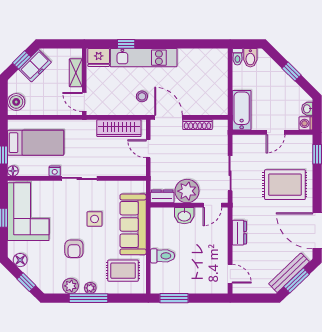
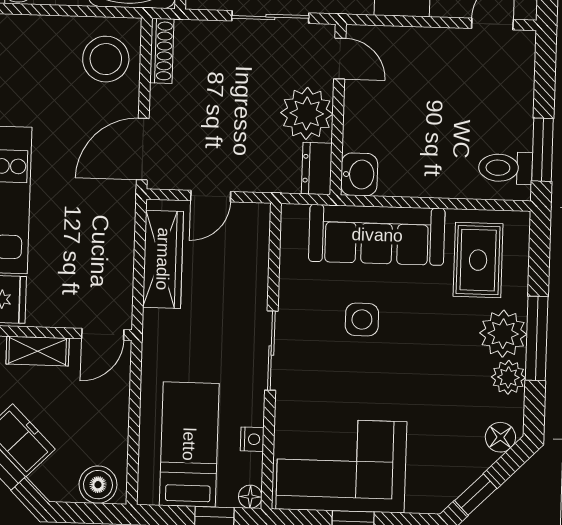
stool: (142, 96) -> (106, 59), moved, width x1.89, depth x1.89
shoe rack: (197, 125) -> (162, 51), moved
nightstand: (55, 171) -> (252, 439), moved
washbasin: (184, 216) -> (359, 174), moved
armchair: (74, 249) -> (427, 367), removed
toilet: (163, 256) -> (505, 168), moved, turned -90
floor lamp: (20, 260) -> (500, 437), moved
window: (26, 282) -> (476, 494), moved
plant: (90, 288) -> (503, 334), width x1.88, depth x1.88

